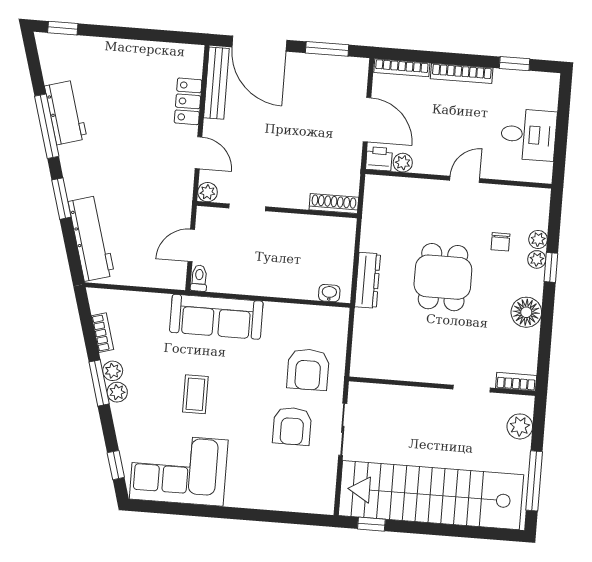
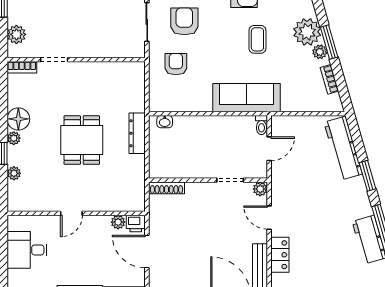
chair: (500, 242) -> (41, 169), removed
plant: (537, 259) -> (14, 138), moved
armchair: (308, 369) -> (176, 64), width x0.72, depth x0.72
plant: (117, 392) -> (307, 32), width x1.88, depth x1.88

